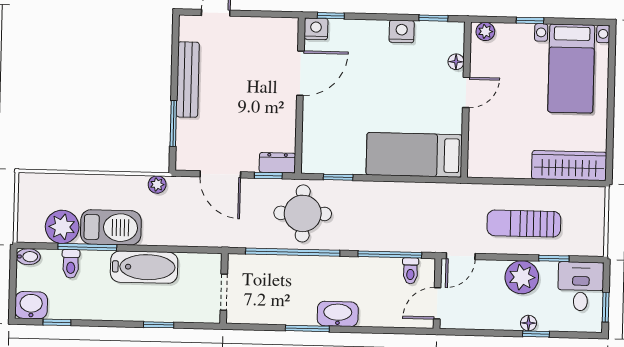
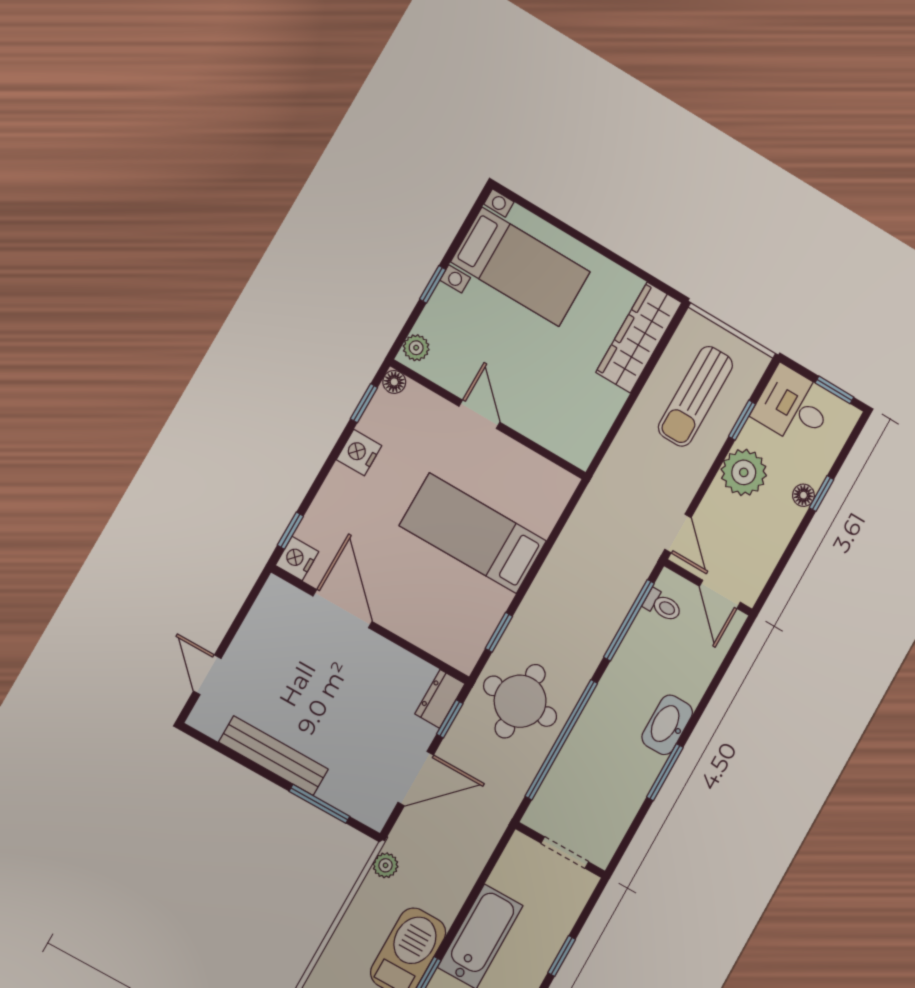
floor lamp: (456, 62) -> (394, 382), moved
bed: (414, 155) -> (473, 533), moved, turned 90
sun lounger: (524, 224) -> (695, 396), moved

